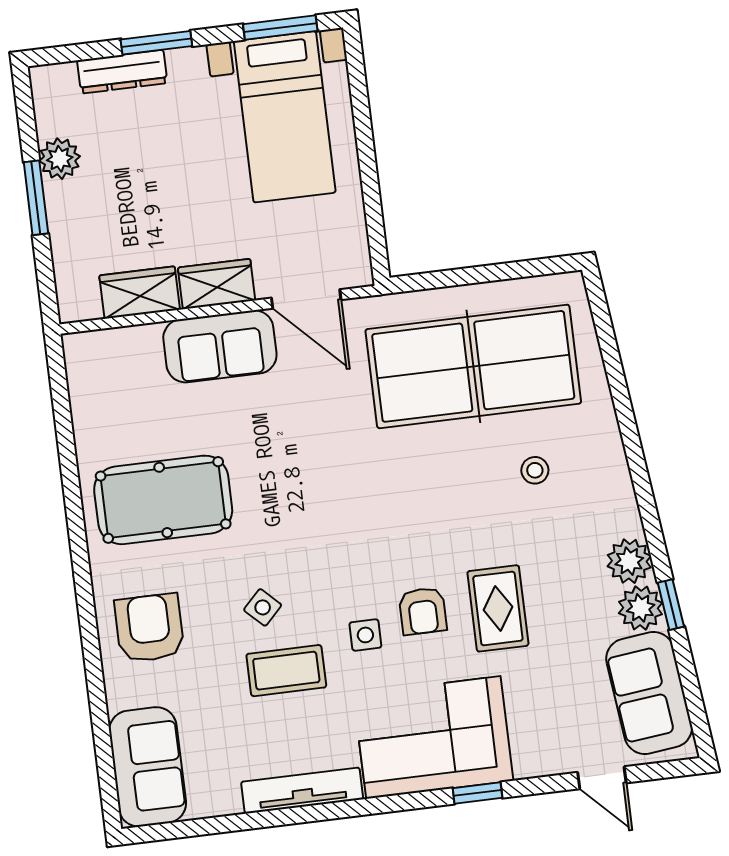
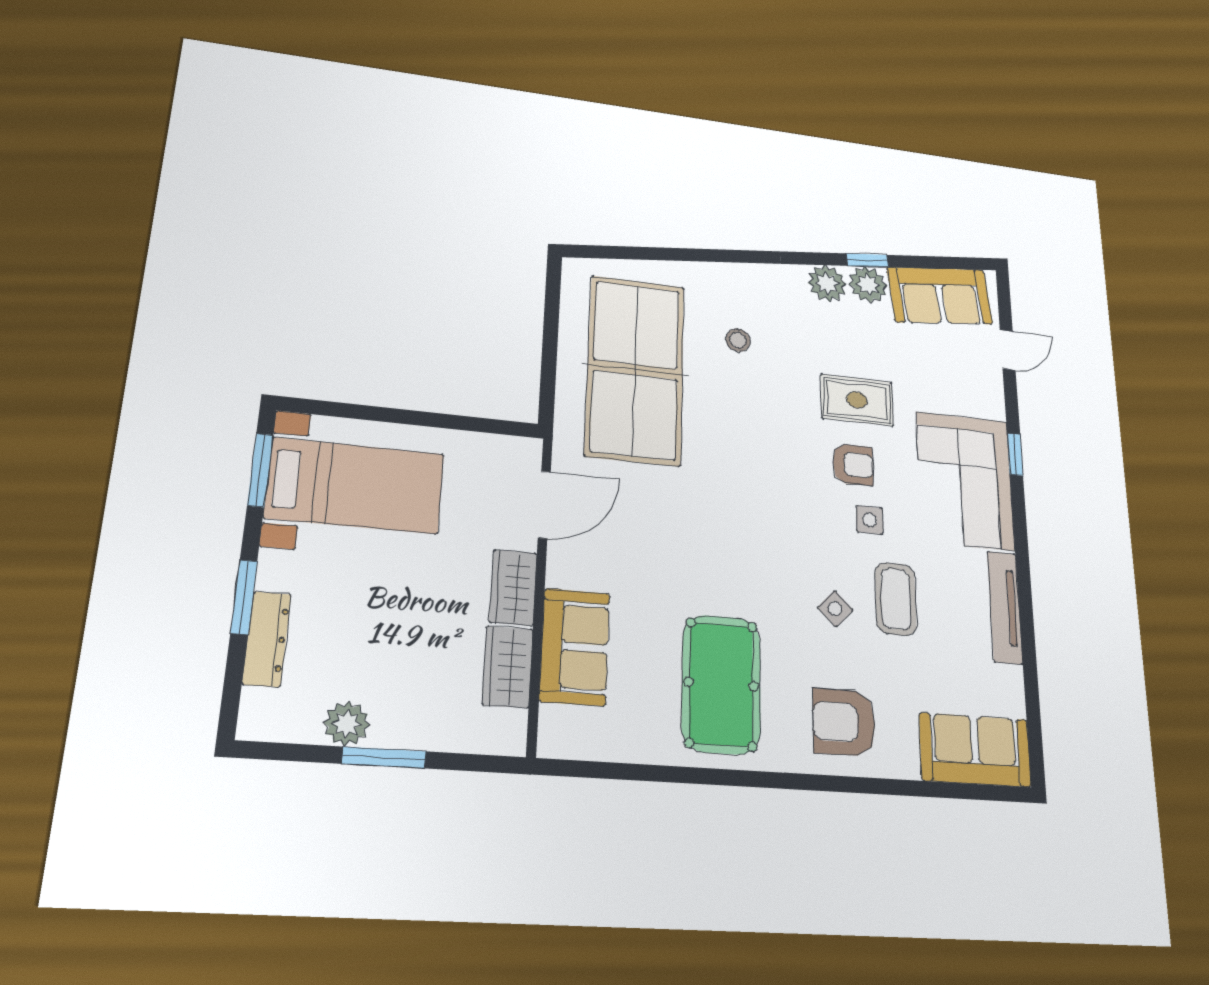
sofa: (220, 346) -> (575, 647), moved

